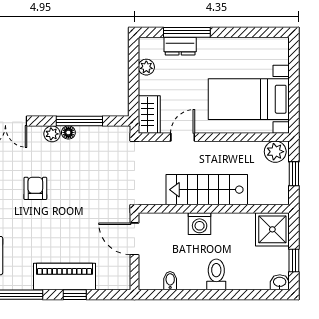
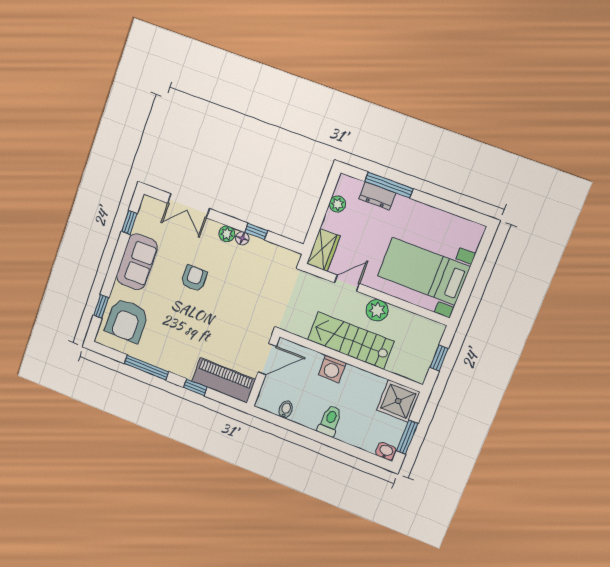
window: (79, 121) -> (256, 231), width x0.46
plant: (275, 152) -> (377, 310), moved
door: (134, 239) -> (267, 359), swing flipped
window: (294, 260) -> (407, 437), width x1.50
piano: (64, 276) -> (224, 380), moved

